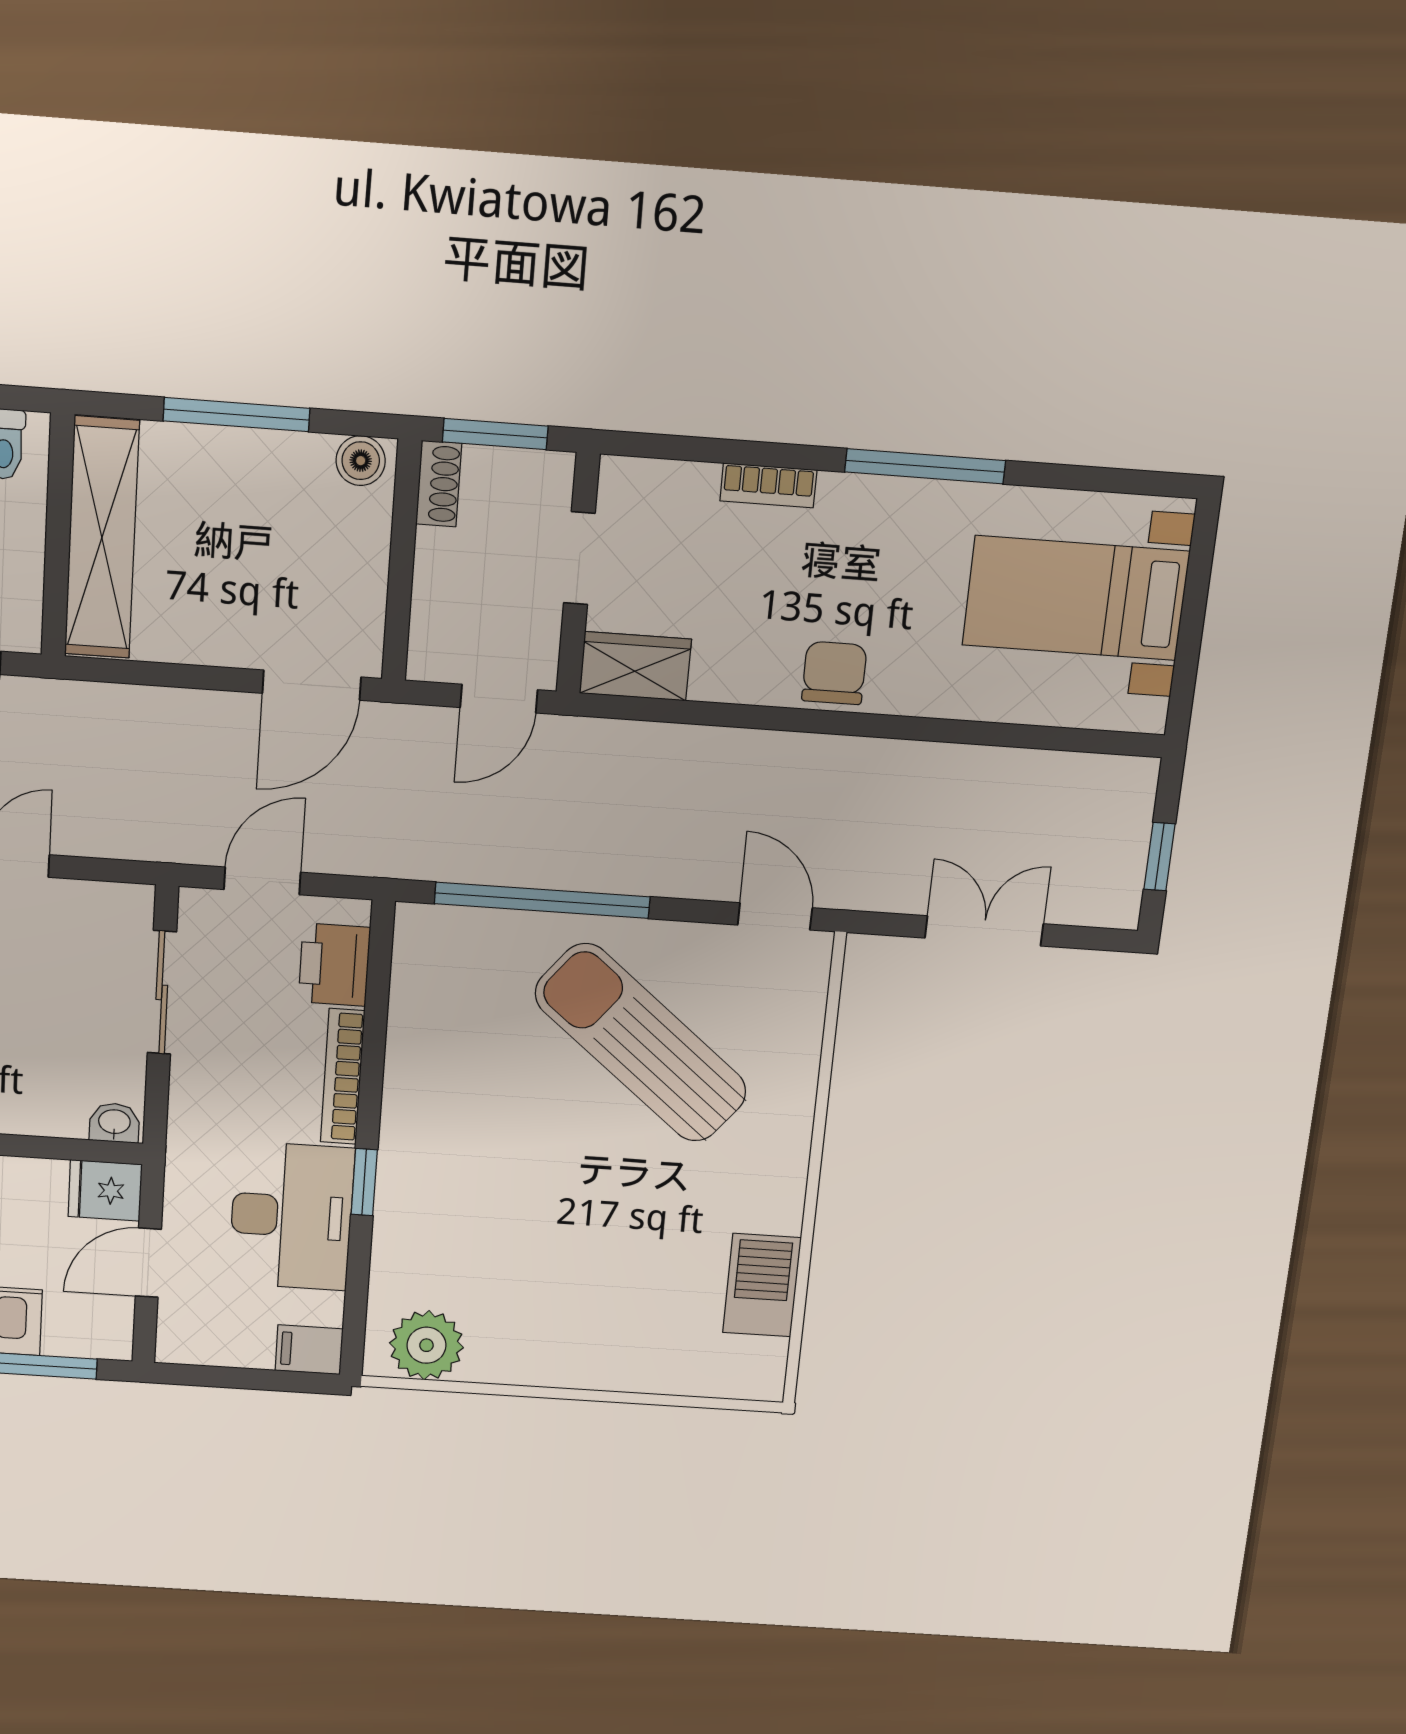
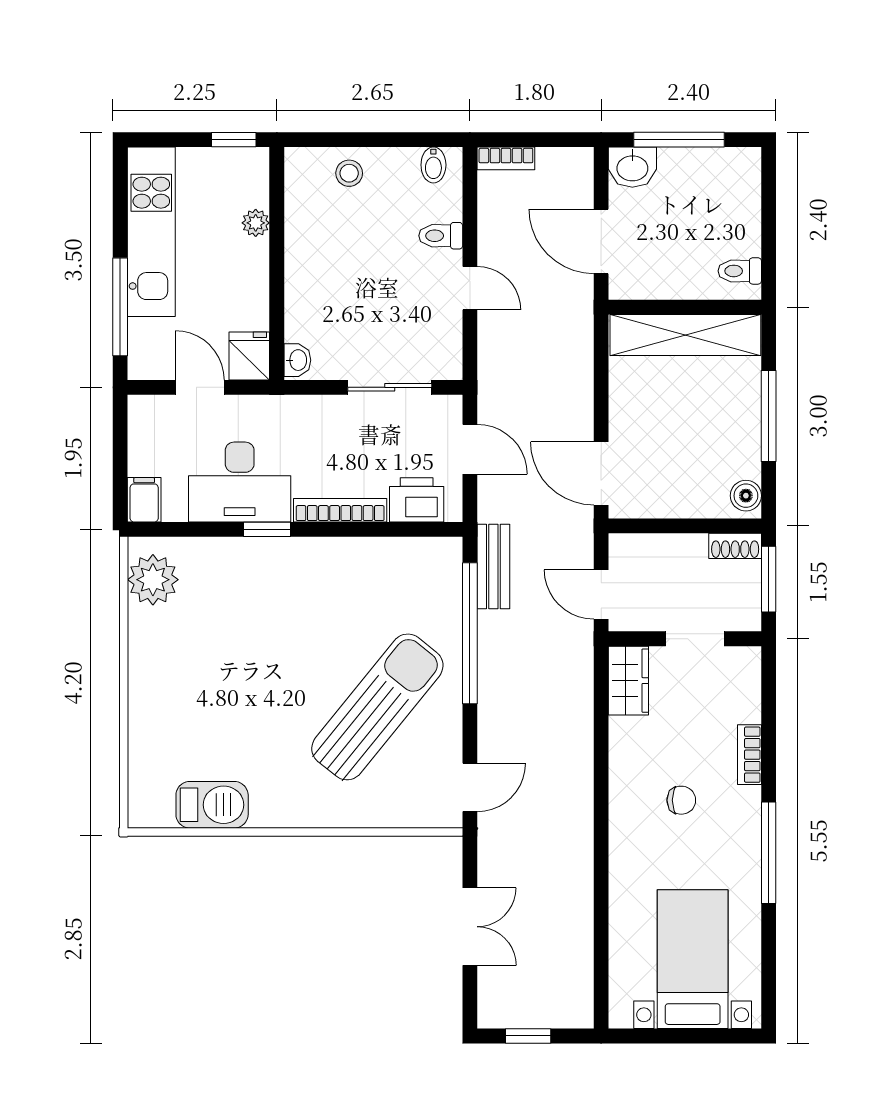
chair: (834, 673) -> (681, 800), moved, width x0.73, depth x0.73
bench: (444, 858) -> (493, 567), added

